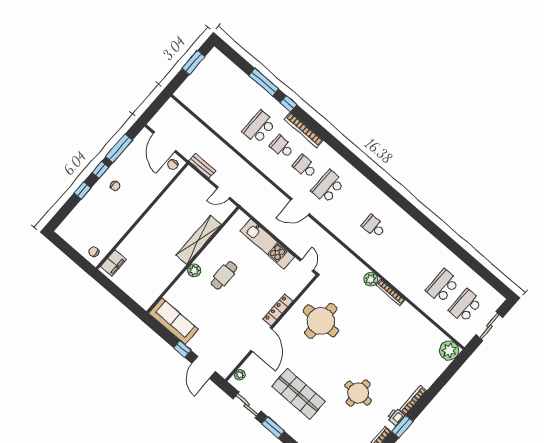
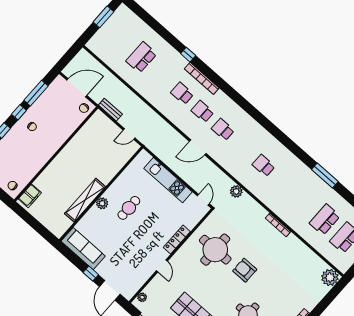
window: (264, 82) -> (325, 175), moved
school desk: (259, 127) -> (141, 57), moved
door: (164, 142) -> (77, 88), swing flipped
school desk: (328, 187) -> (223, 129), width x0.54
shelving: (199, 240) -> (85, 200), moved
plant: (371, 279) -> (236, 191), moved
door: (261, 340) -> (162, 266), width x0.53
armchair: (354, 343) -> (245, 270), added

